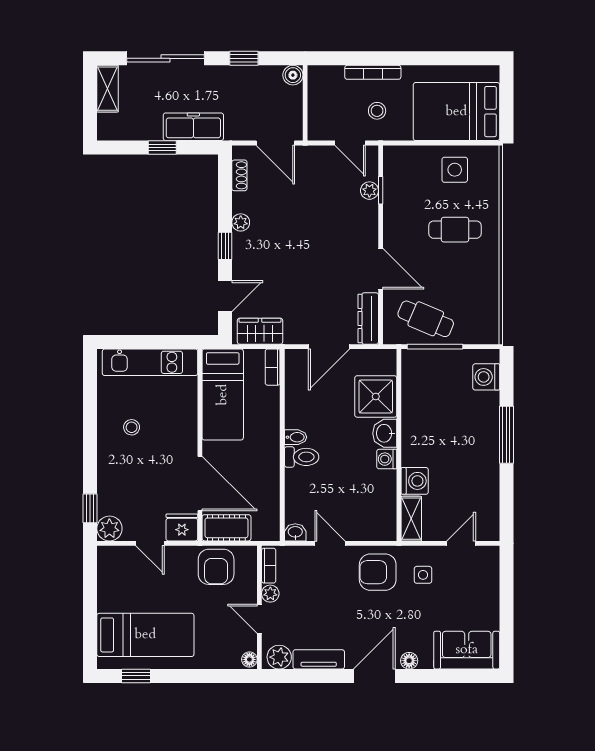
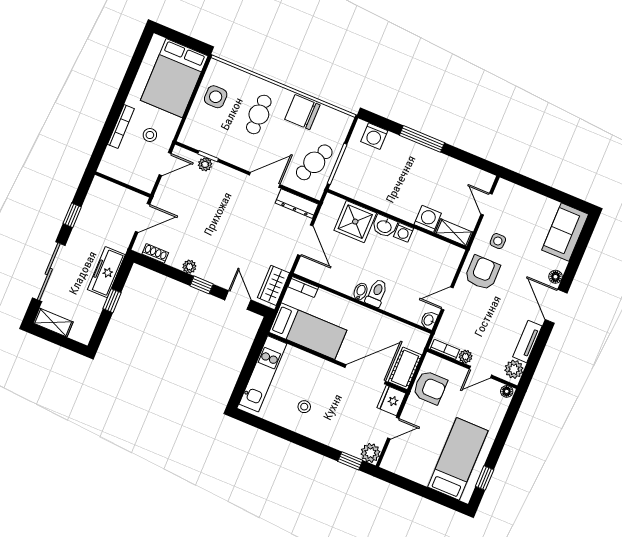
boiler: (293, 75) -> (99, 185), removed
chair: (479, 280) -> (302, 112), added
armchair: (378, 572) -> (482, 273), turned 180

